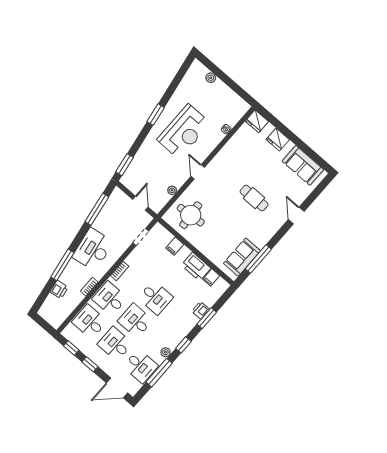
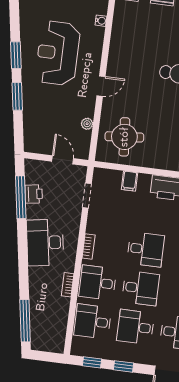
reception desk: (184, 131) -> (58, 53), turned 180
window: (124, 165) -> (17, 96), moved
door: (198, 172) -> (101, 86), swing flipped
window: (62, 265) -> (25, 321), moved
printer: (59, 290) -> (34, 194), moved
desk: (135, 321) -> (141, 288), turned 180

